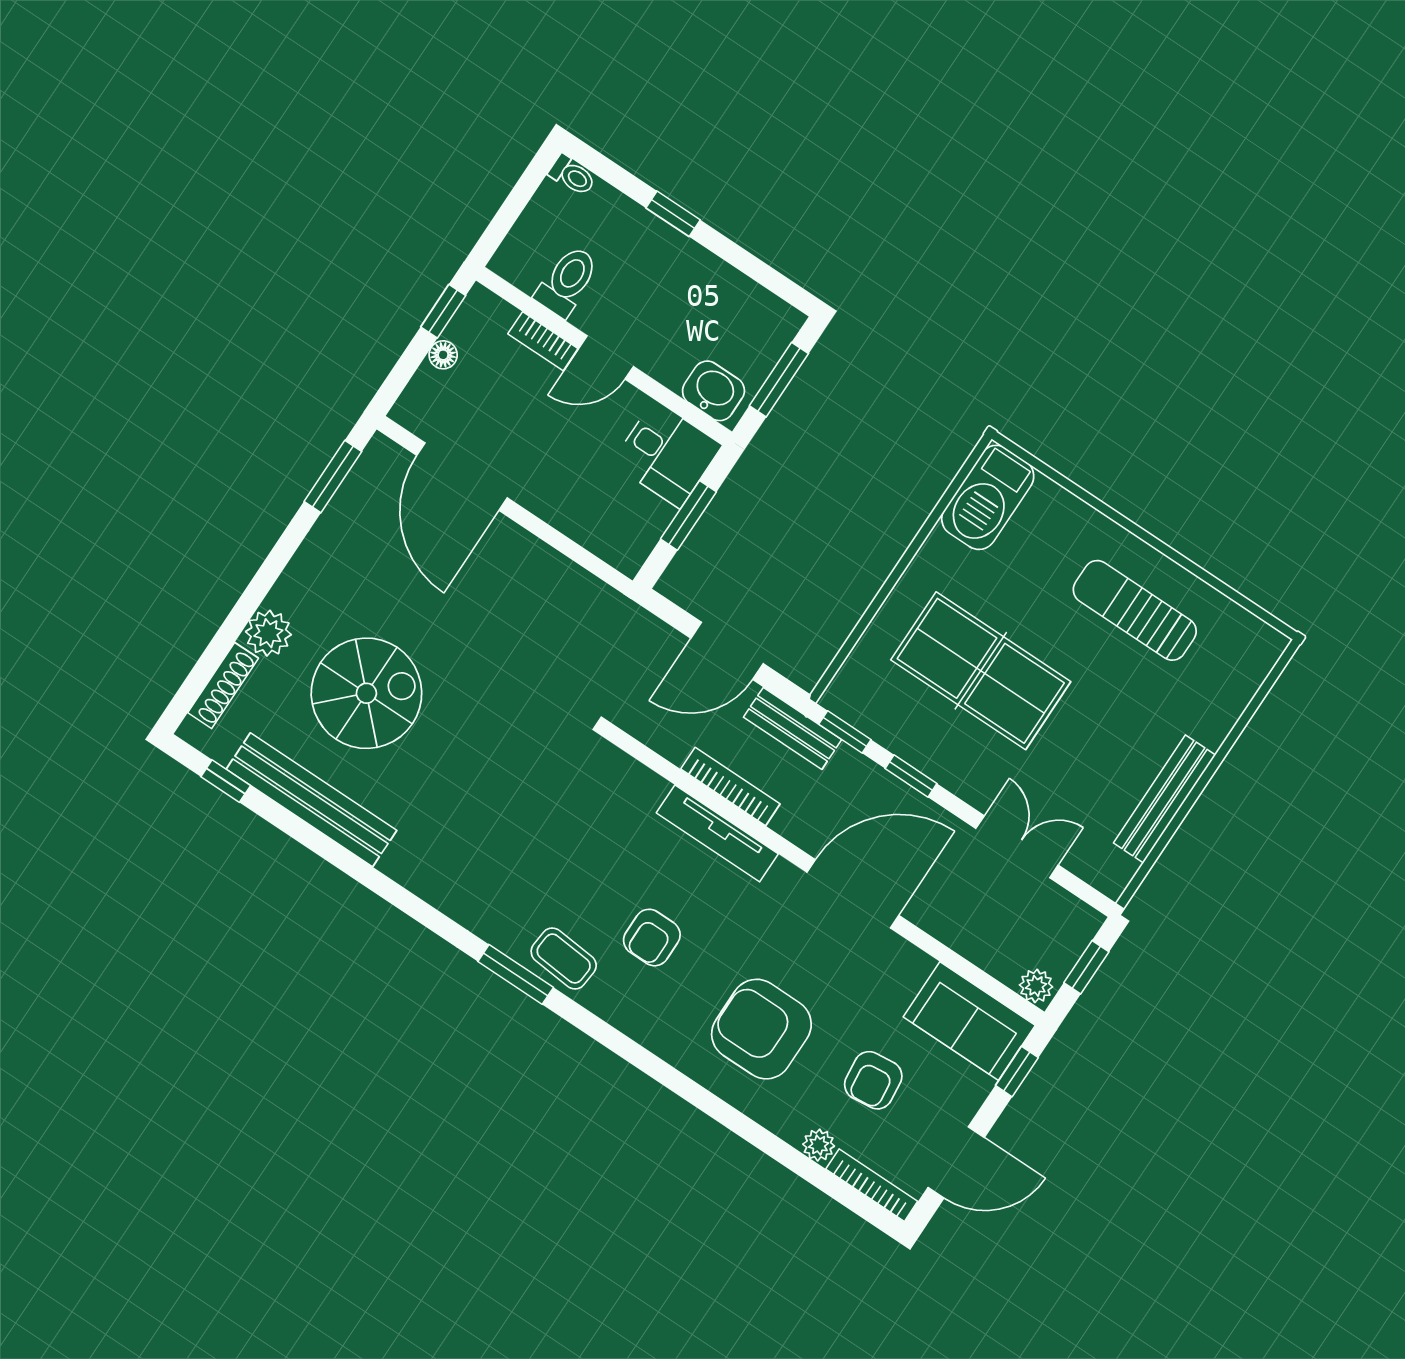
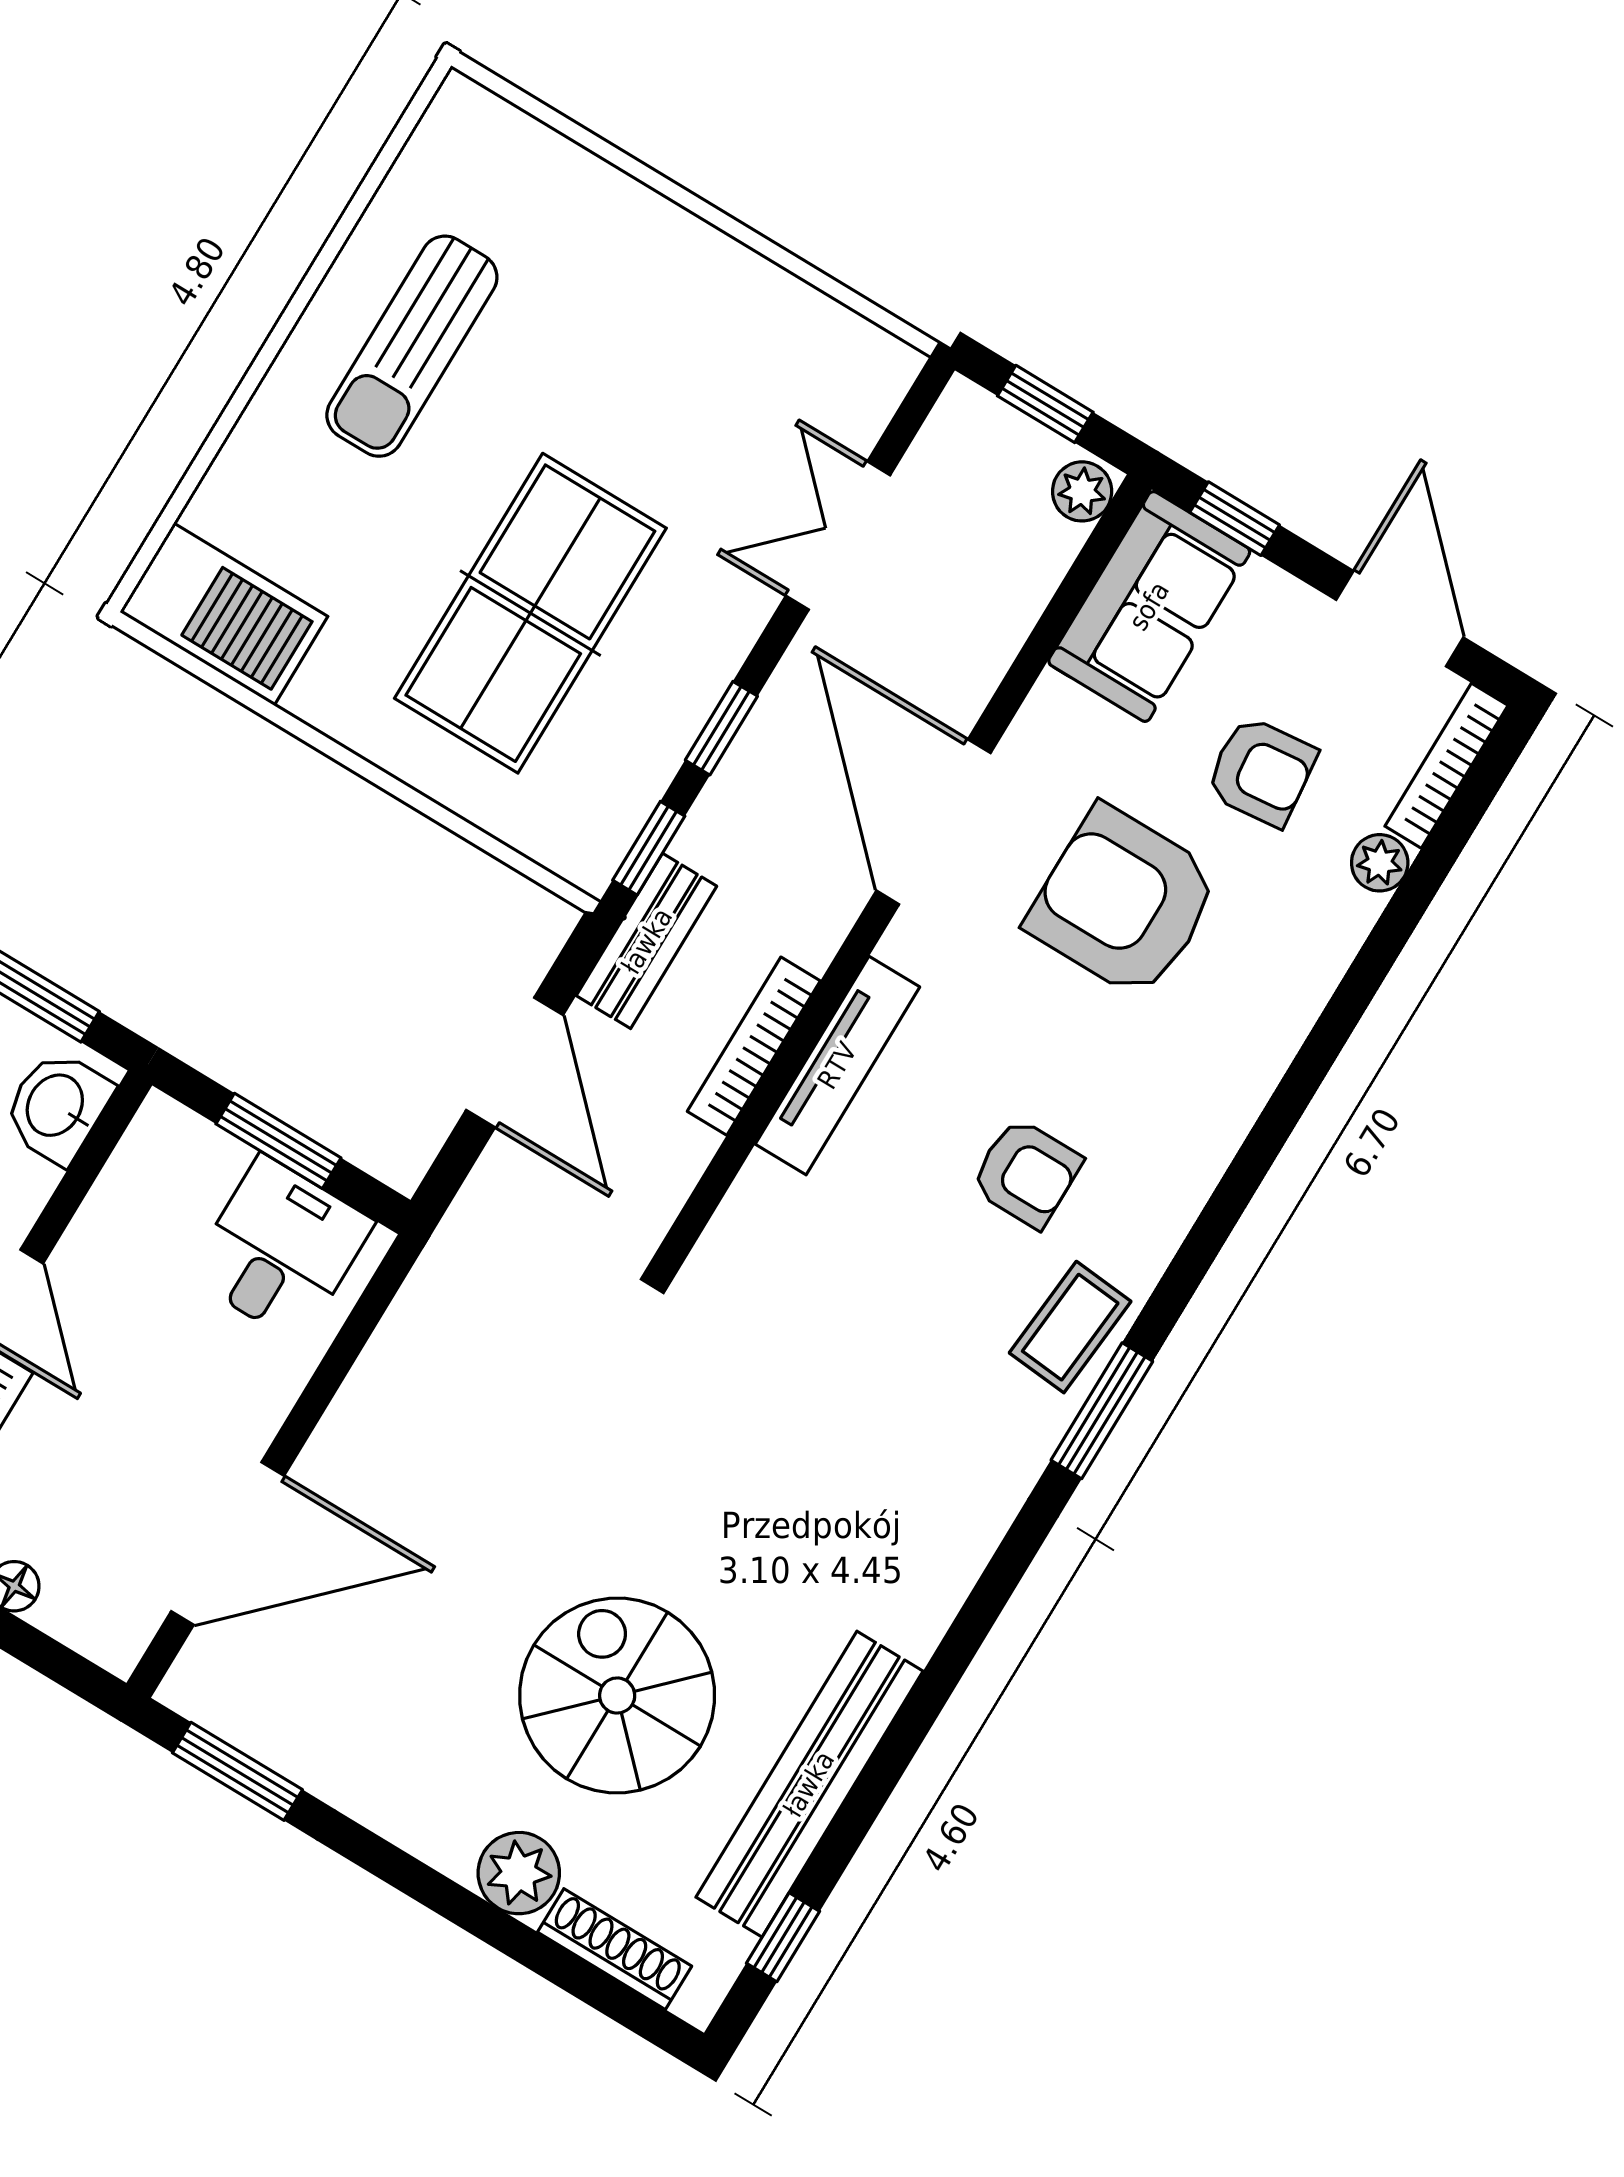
desk: (667, 454) -> (280, 1249), moved
bench: (1165, 799) -> (742, 279), removed
armchair: (761, 1029) -> (1124, 902), moved, turned 90

